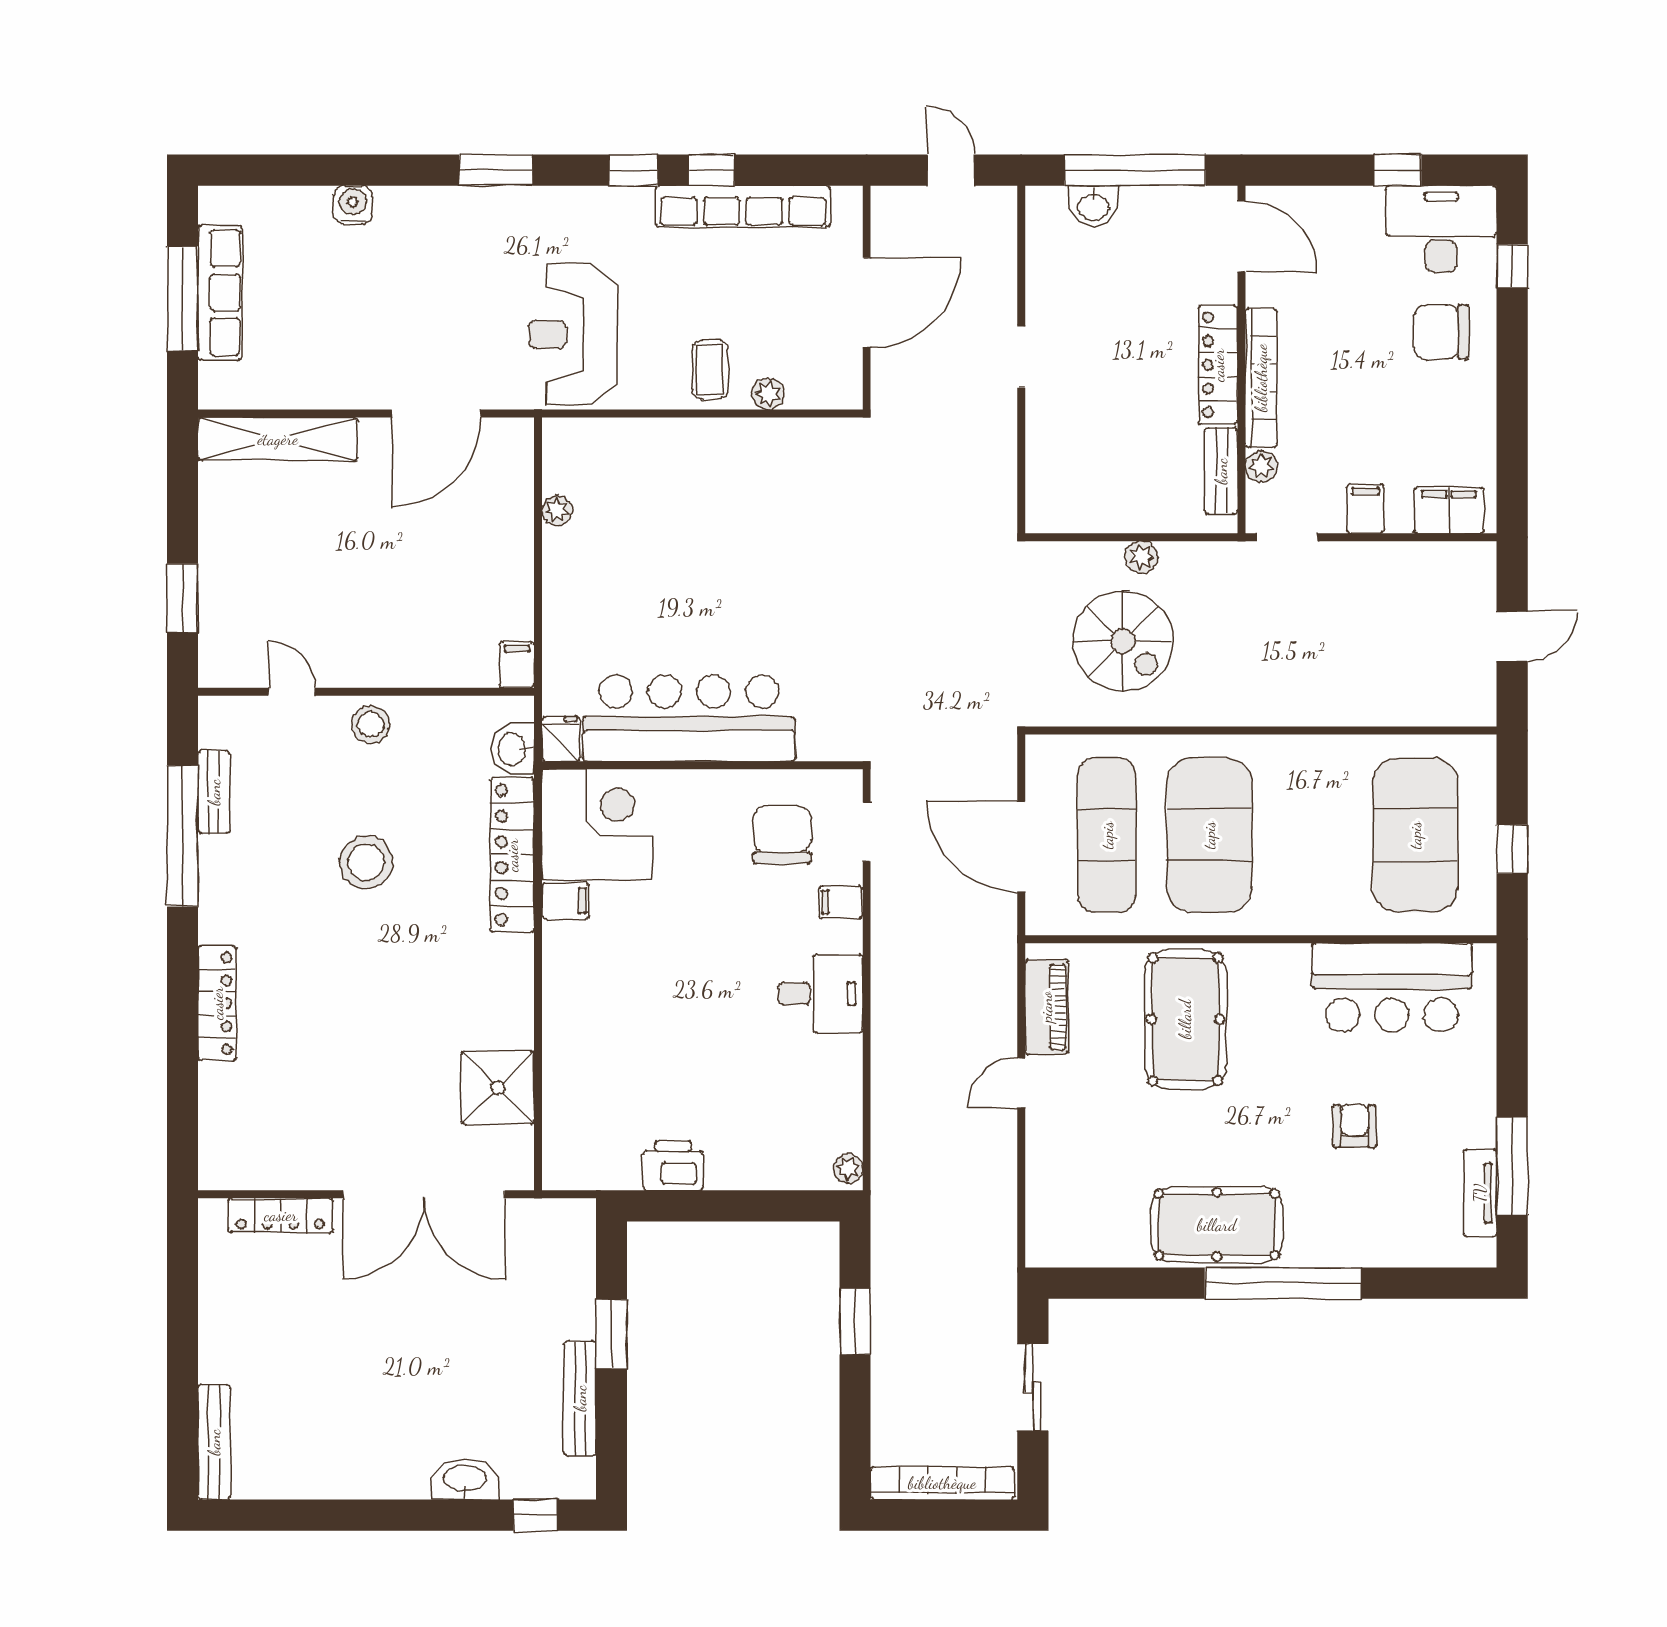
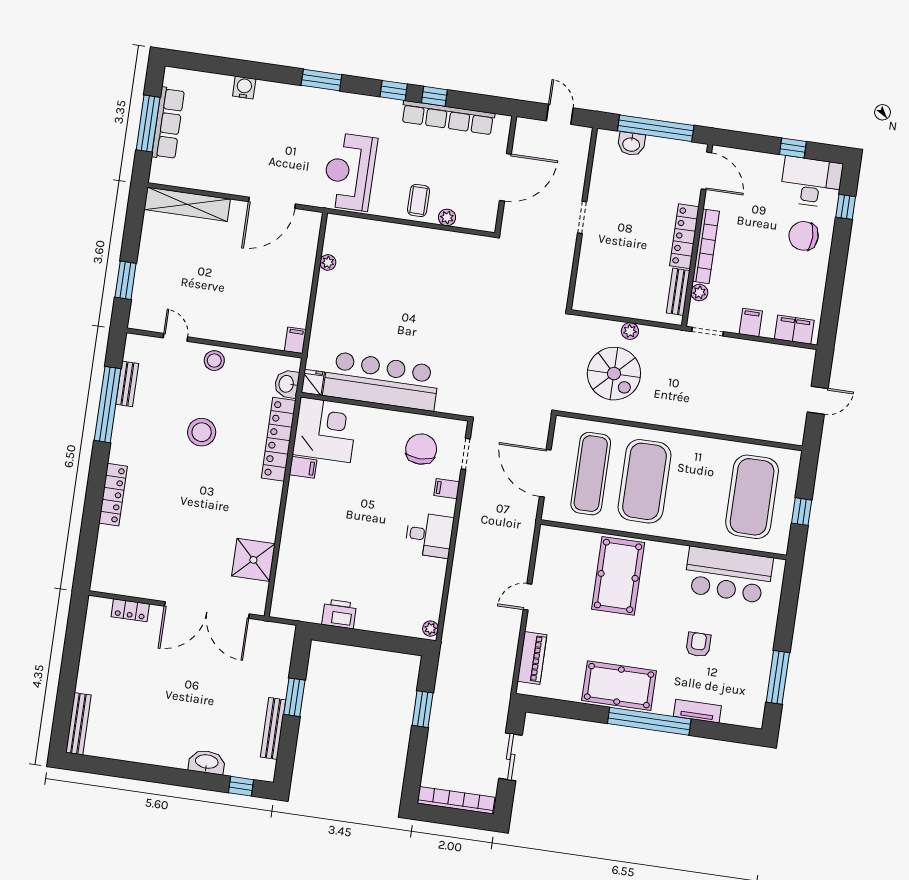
piano: (1046, 1007) -> (532, 658), moved
tv unit: (1480, 1193) -> (697, 711), moved, turned 90
locker: (281, 1215) -> (130, 610), width x0.66

